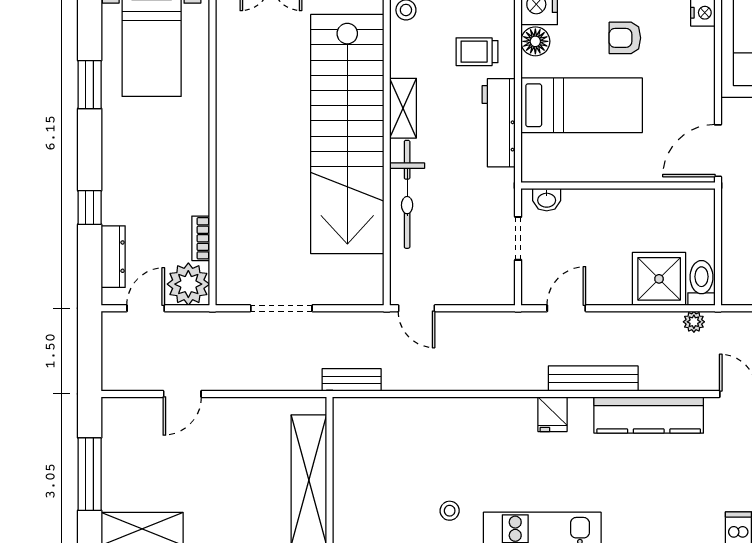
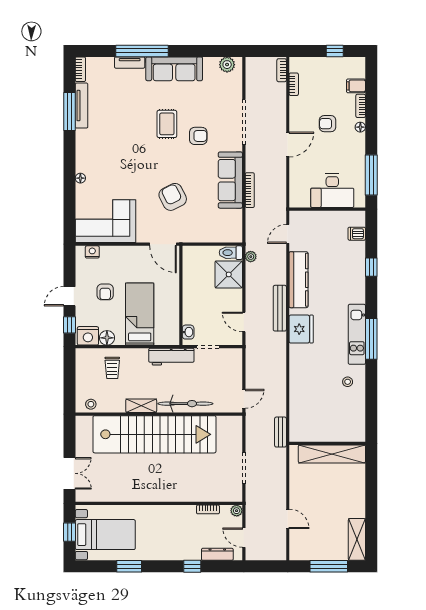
workbench: (499, 123) -> (171, 357), moved
plant: (188, 284) -> (237, 511), width x0.53, depth x0.53
fridge: (552, 414) -> (301, 329), width x1.88, depth x1.34

